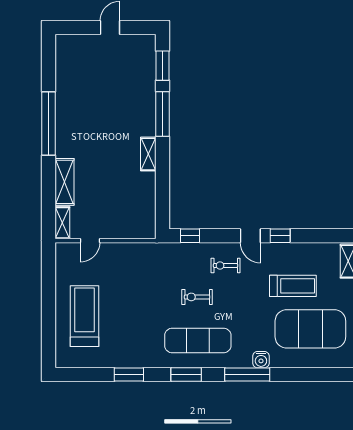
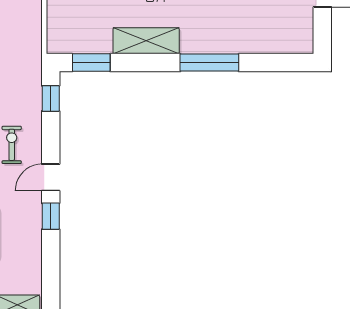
window: (162, 66) -> (91, 63), moved
shelving: (148, 154) -> (146, 41), width x1.50, depth x1.33

